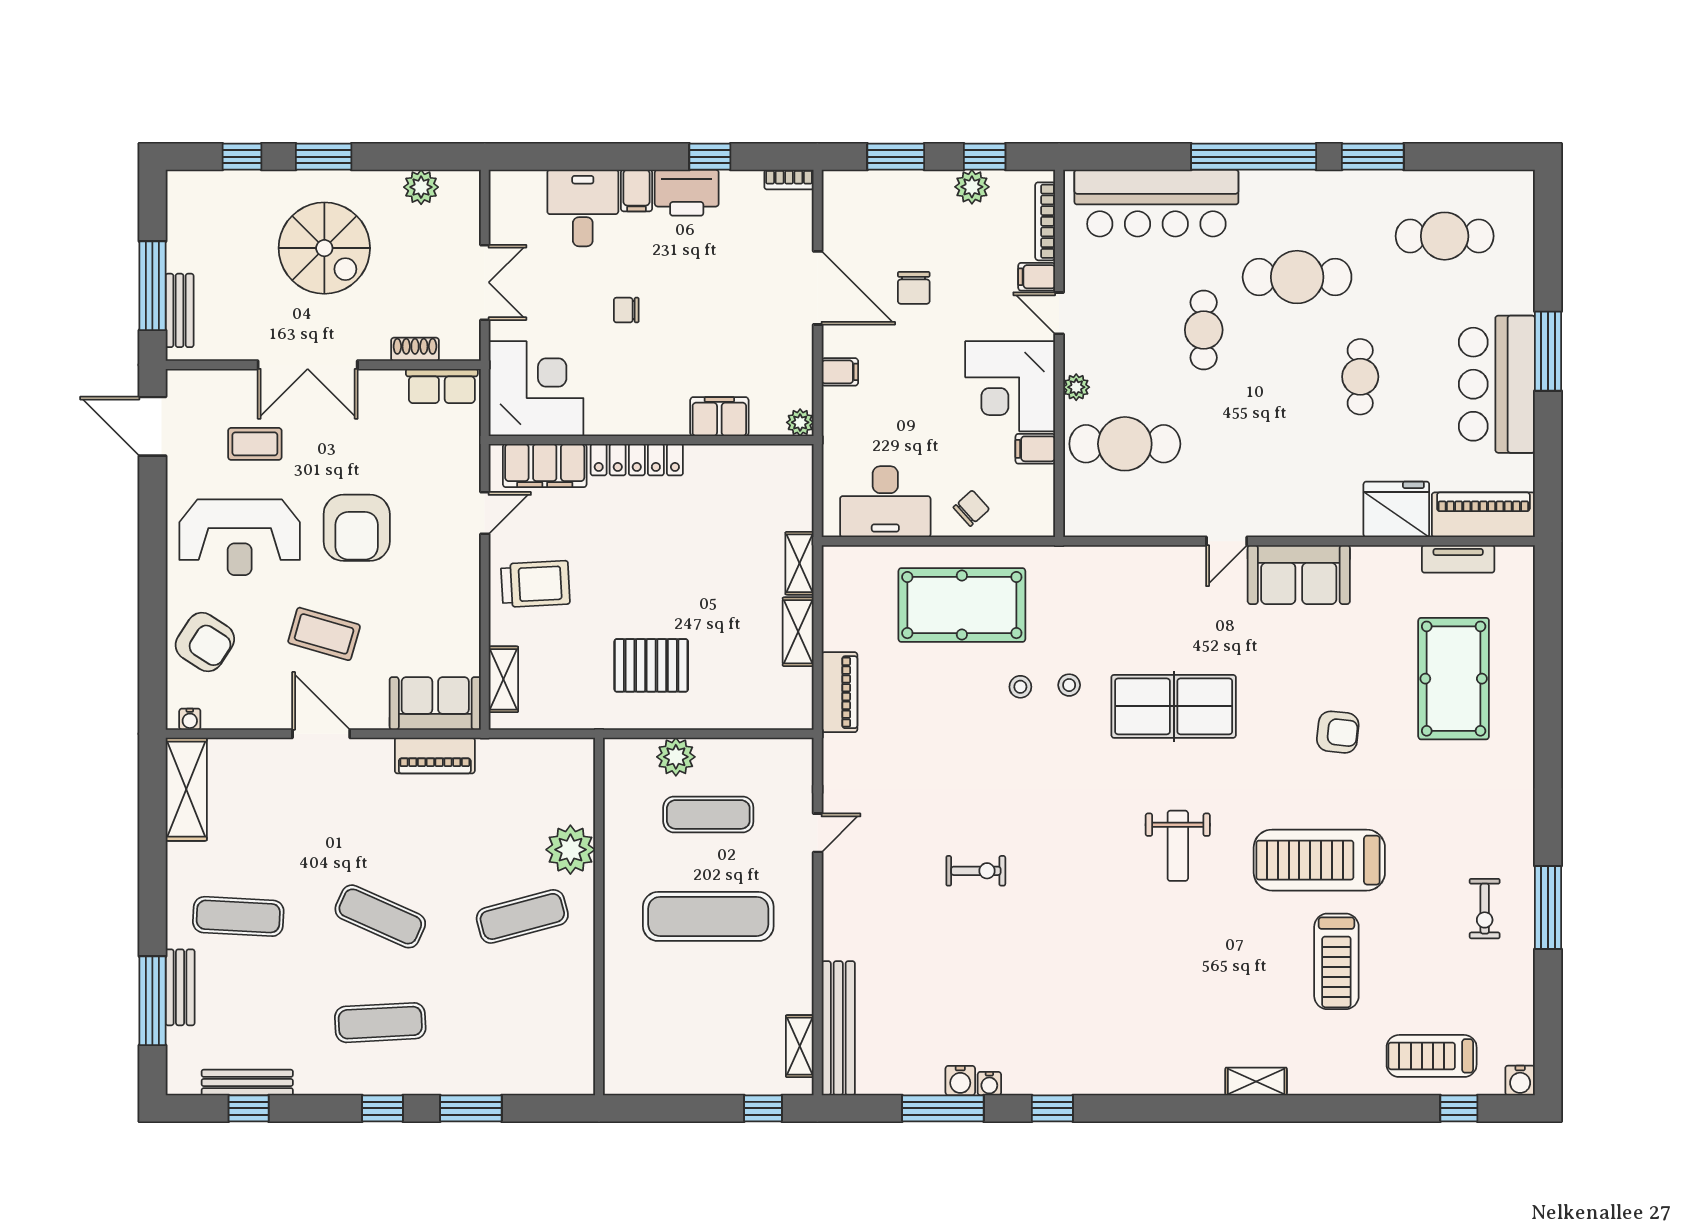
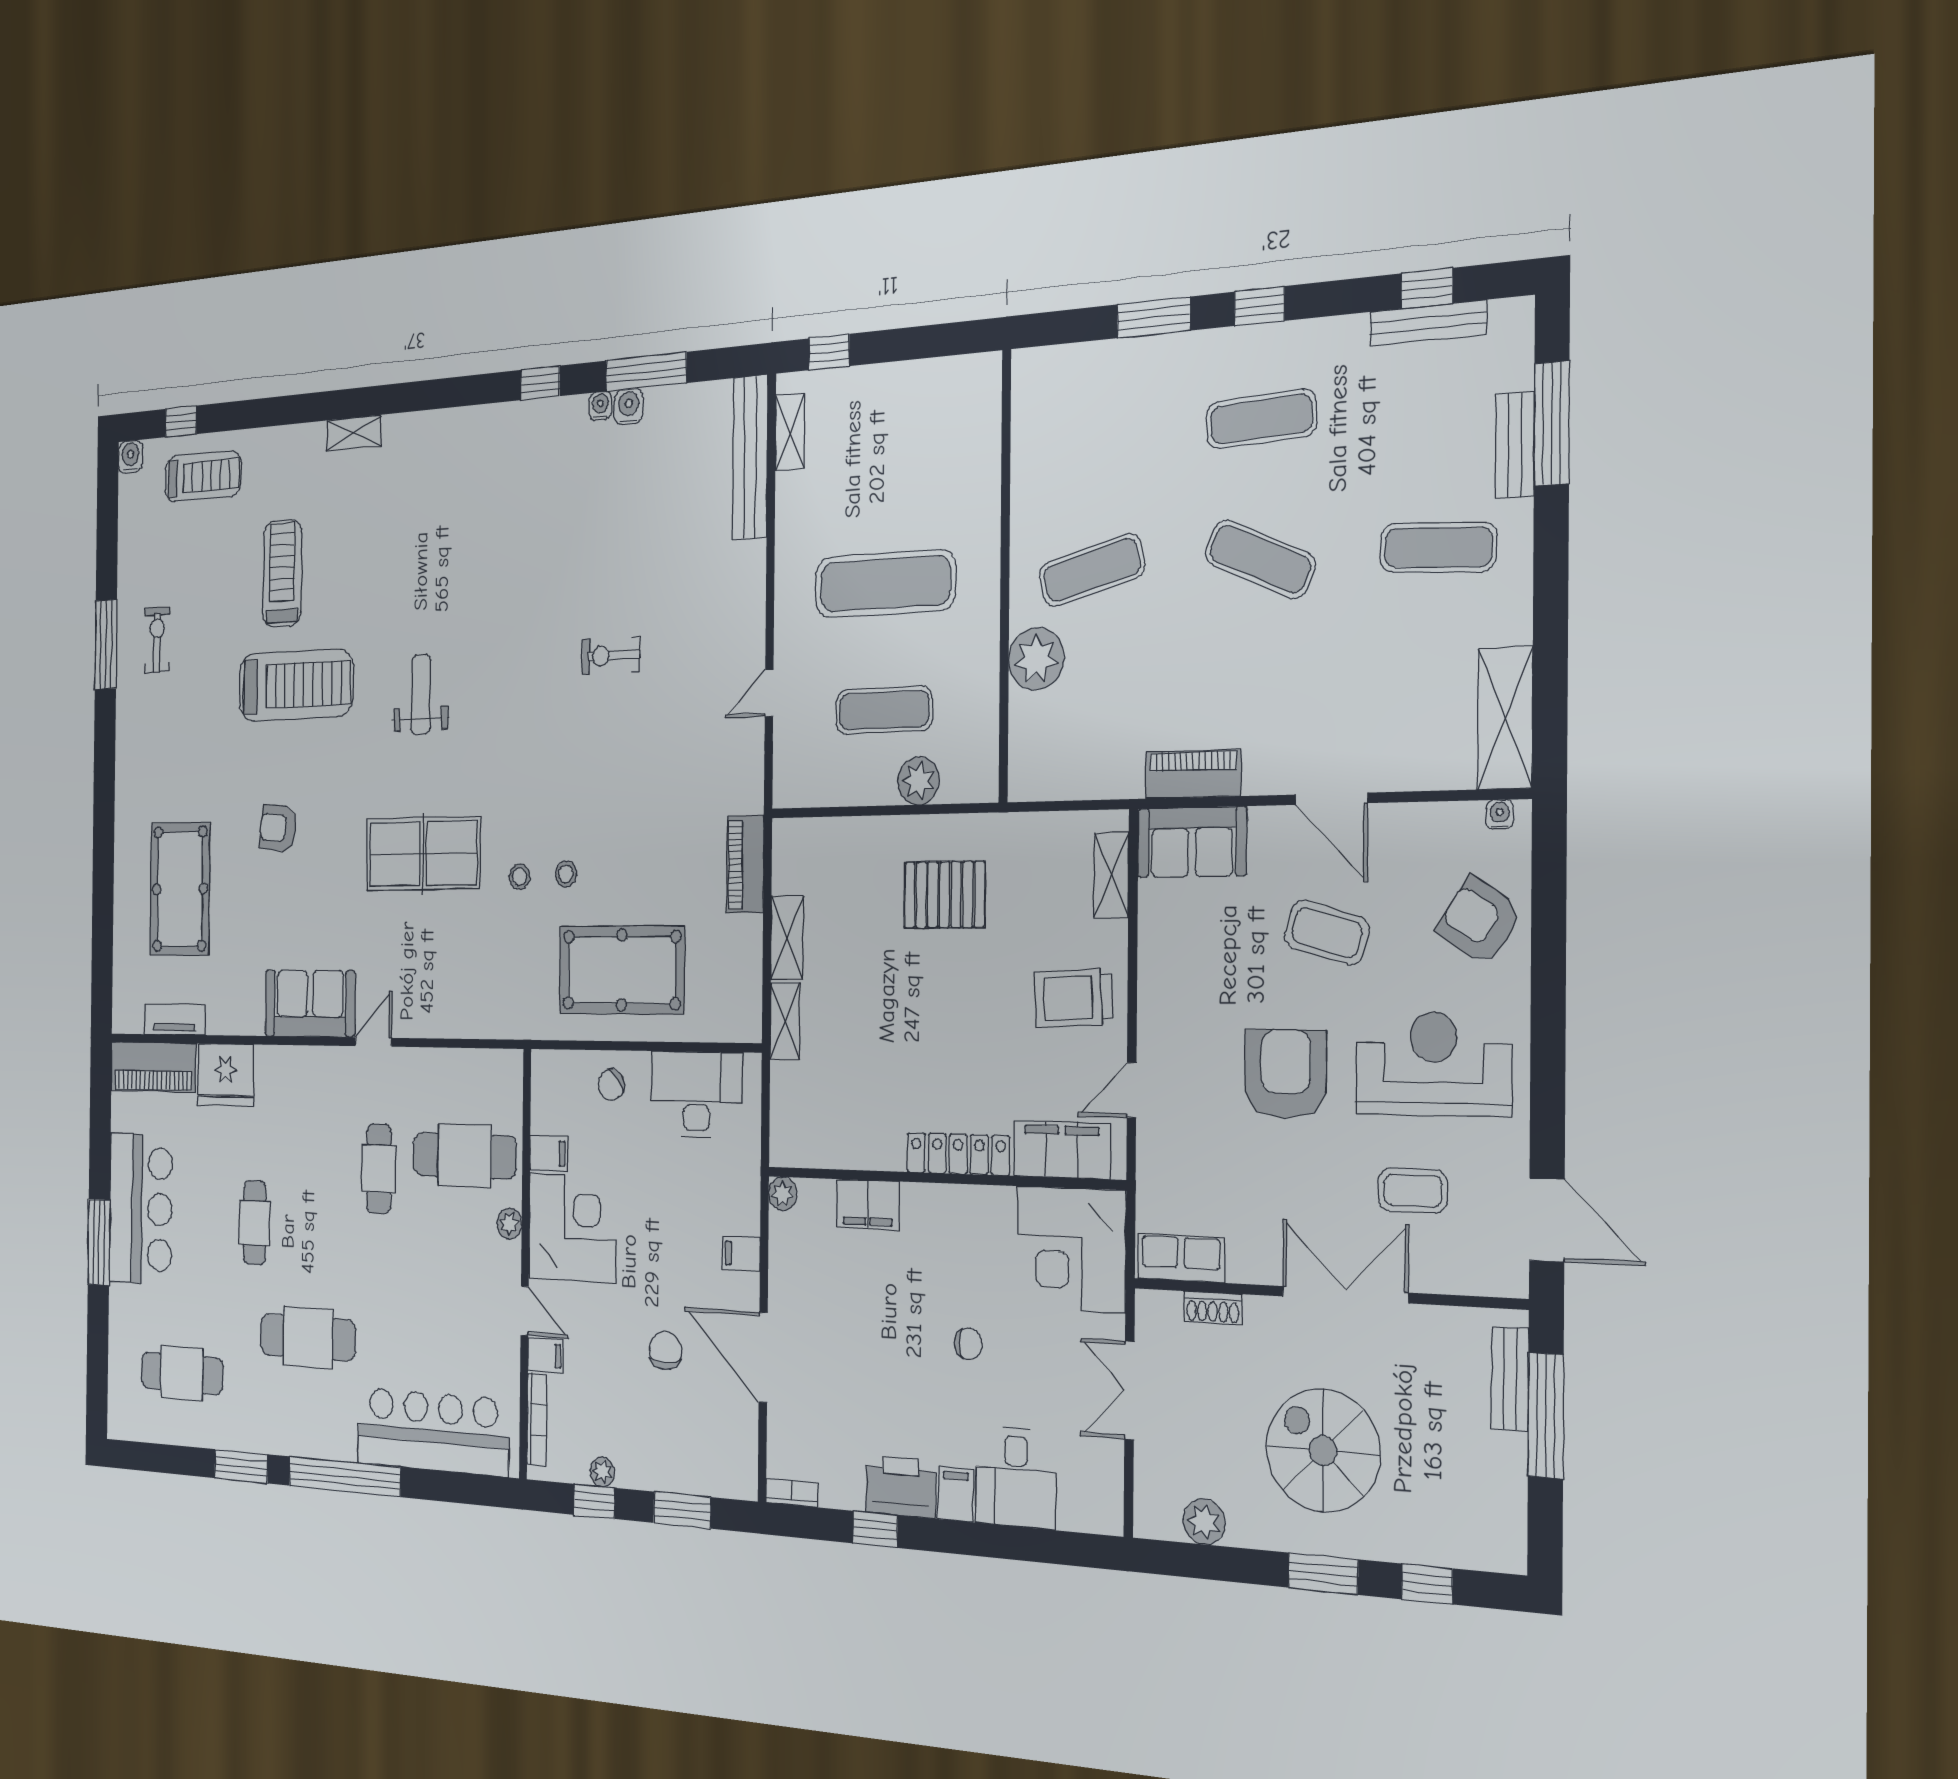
plant: (972, 187) -> (602, 1472), width x0.73, depth x0.73
cafe table: (1204, 330) -> (379, 1169), moved

